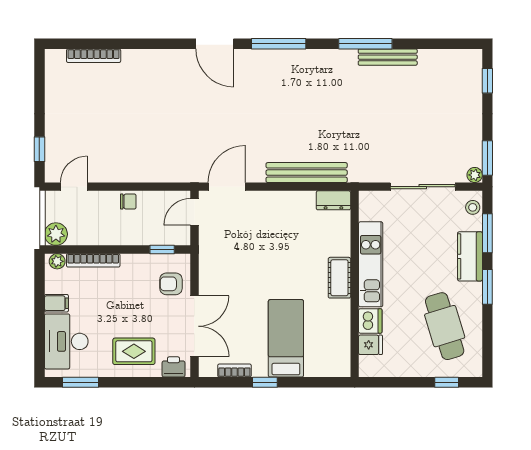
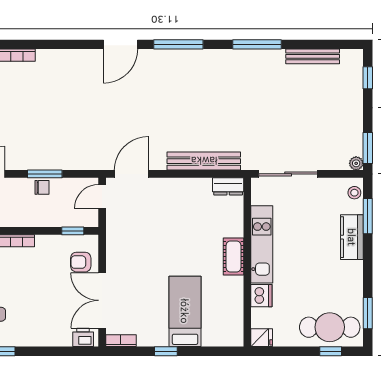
door: (215, 44) -> (120, 44), hinge flipped
bench: (388, 57) -> (313, 56), moved
window: (131, 187) -> (45, 174), added
sliding door: (423, 187) -> (288, 174), moved
window: (487, 287) -> (368, 313), moved
double door: (194, 326) -> (102, 300), swing flipped
cafe table: (445, 326) -> (330, 327), moved, turned -73
fridge: (370, 345) -> (262, 338), moved
rug: (134, 351) -> (47, 323), removed
bookcase: (234, 371) -> (121, 341), moved

